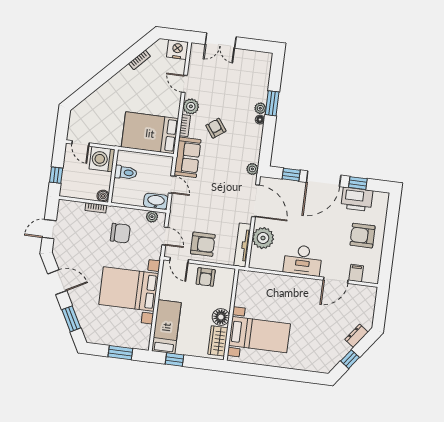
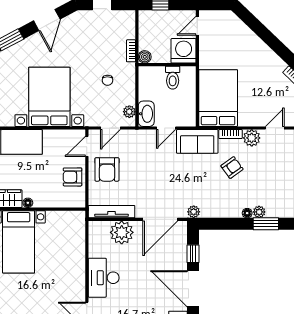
chair: (120, 233) -> (107, 80), width x0.54, depth x0.54
floor lamp: (221, 317) -> (28, 203), width x0.53, depth x0.53

